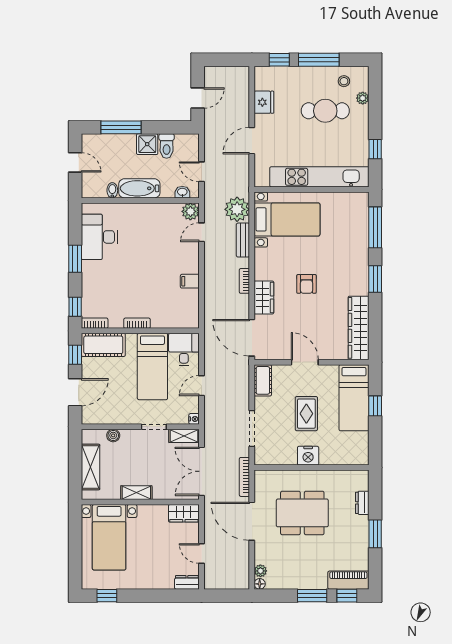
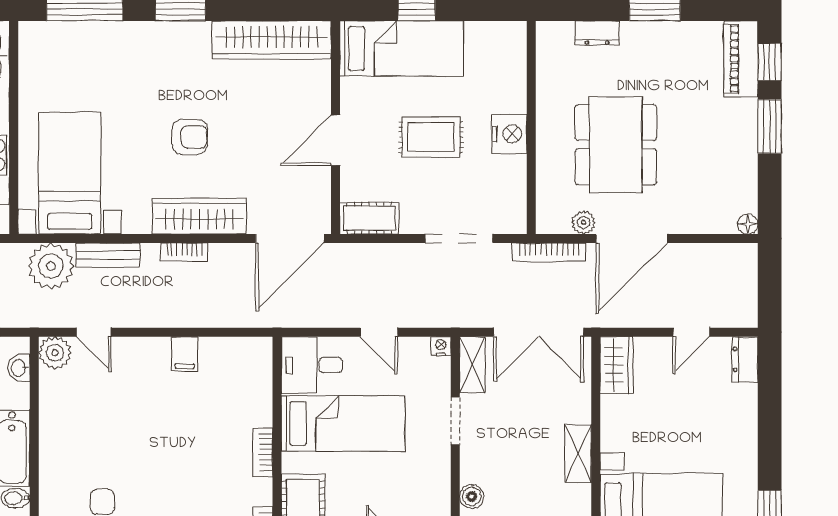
wardrobe: (264, 298) -> (199, 216), width x1.50
plant: (260, 571) -> (584, 222), moved

